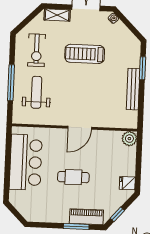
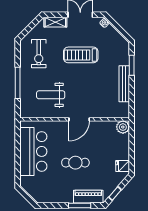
weight bench: (36, 92) -> (51, 95), moved, turned -90

